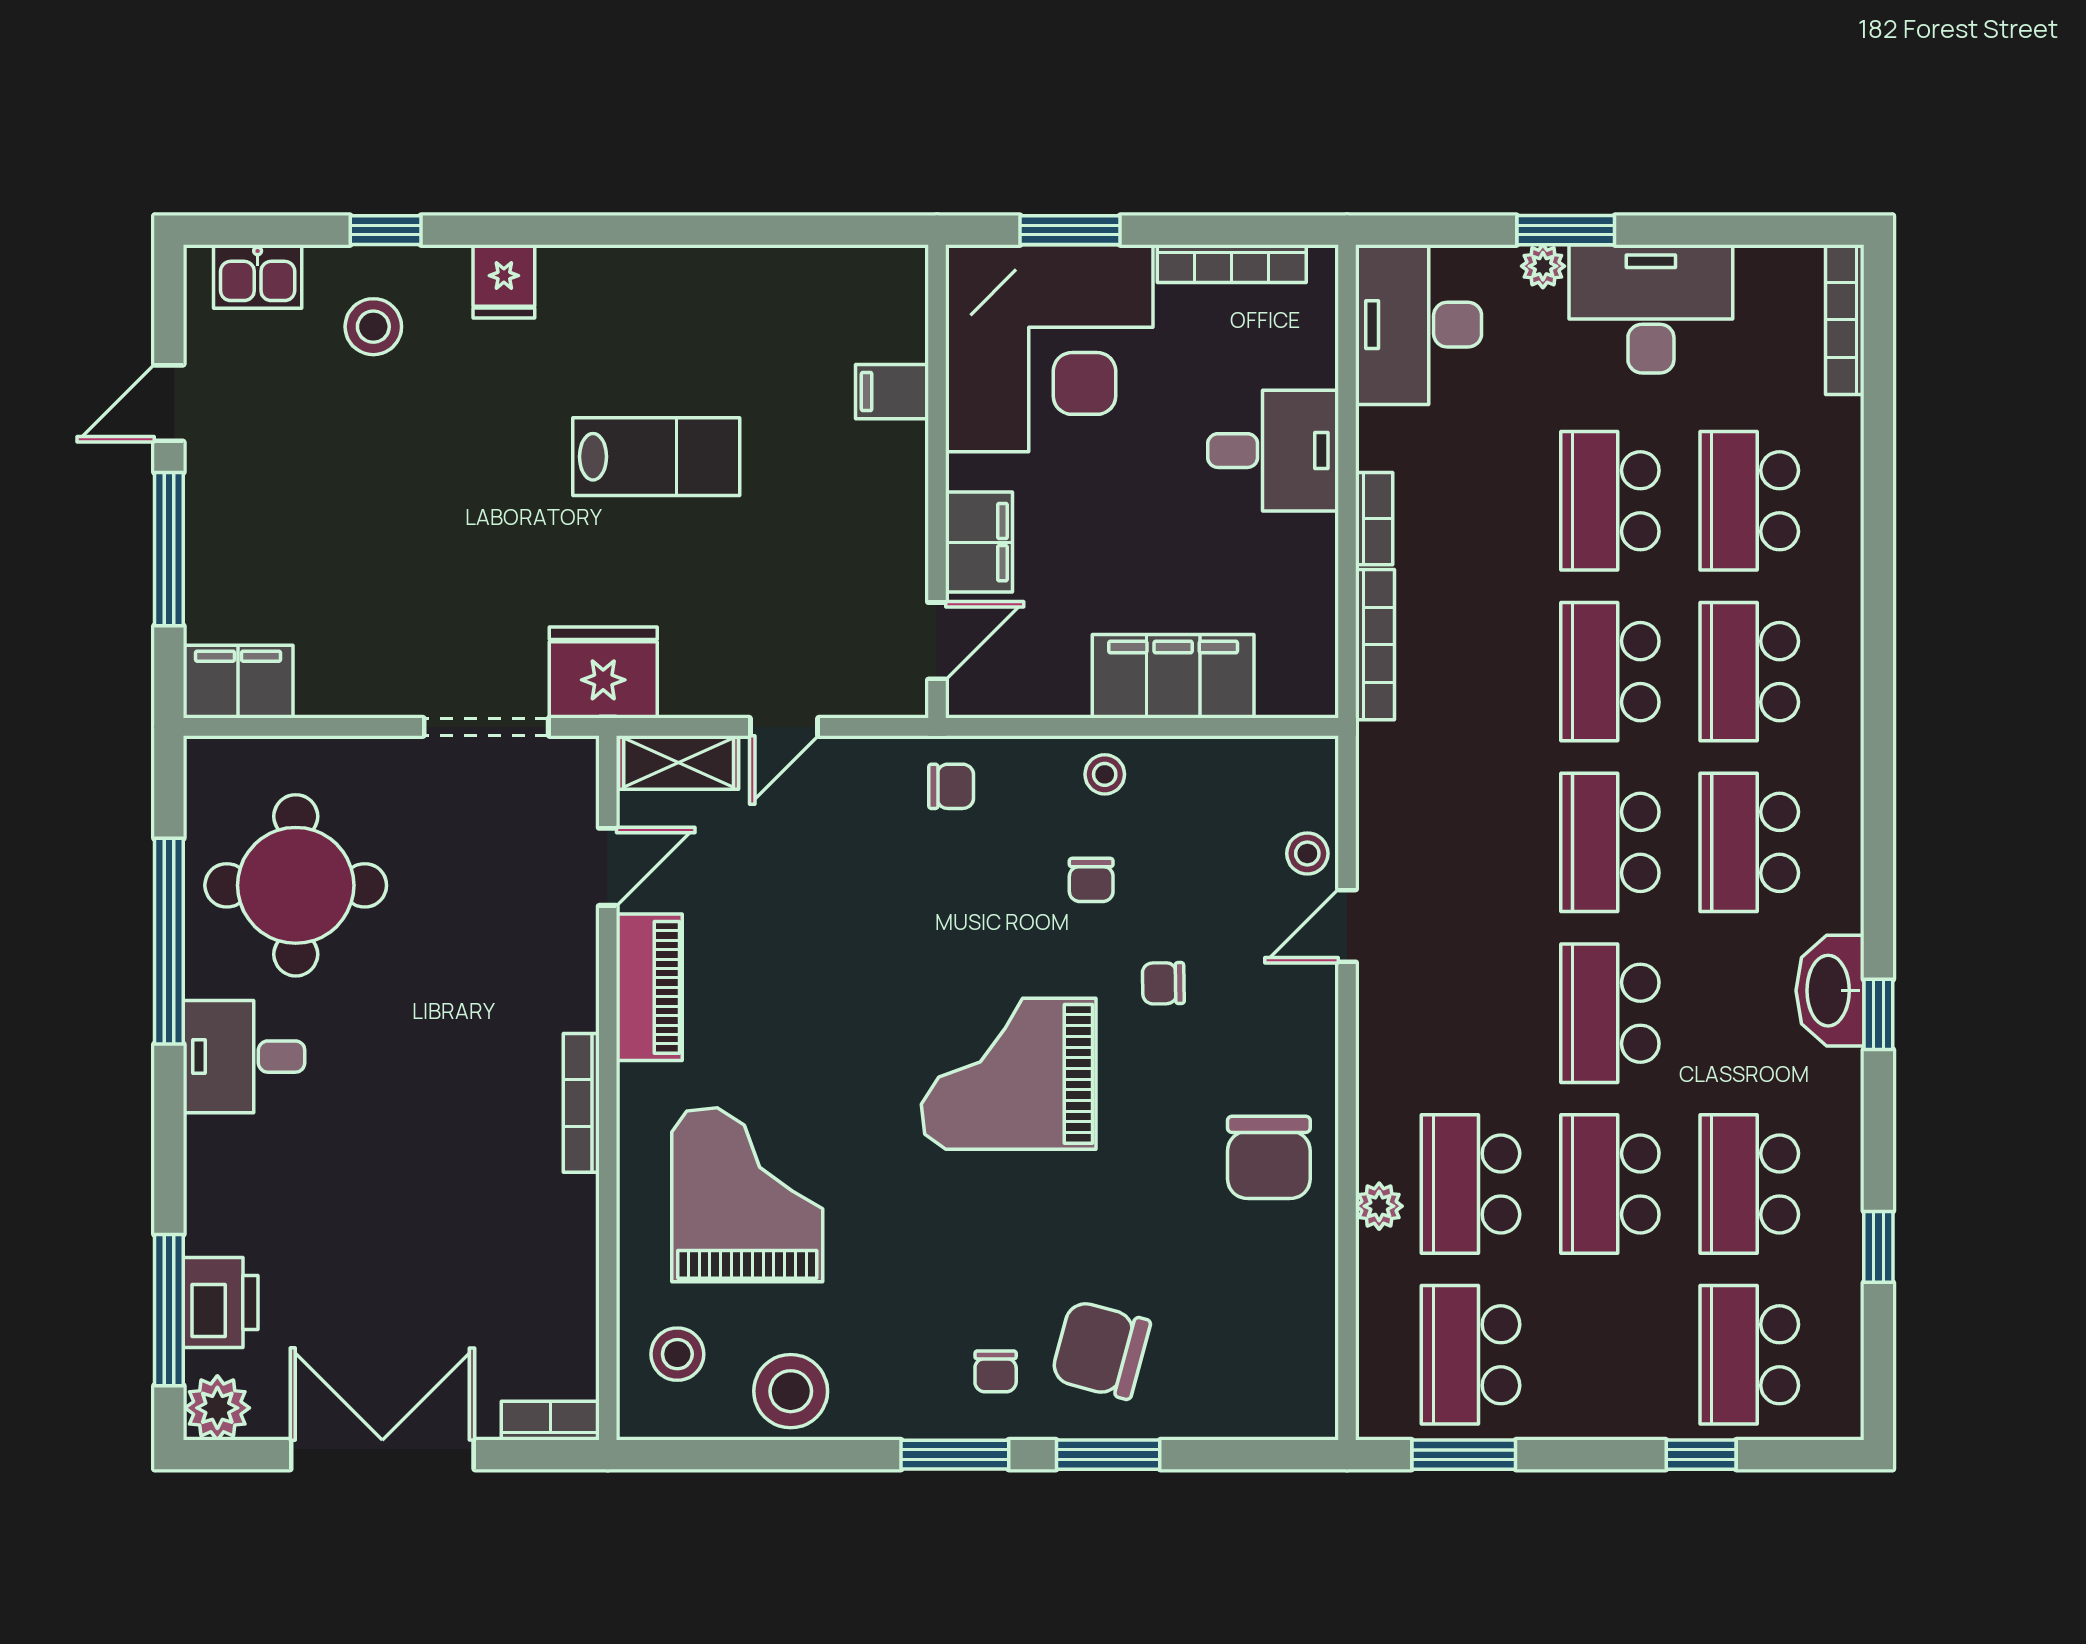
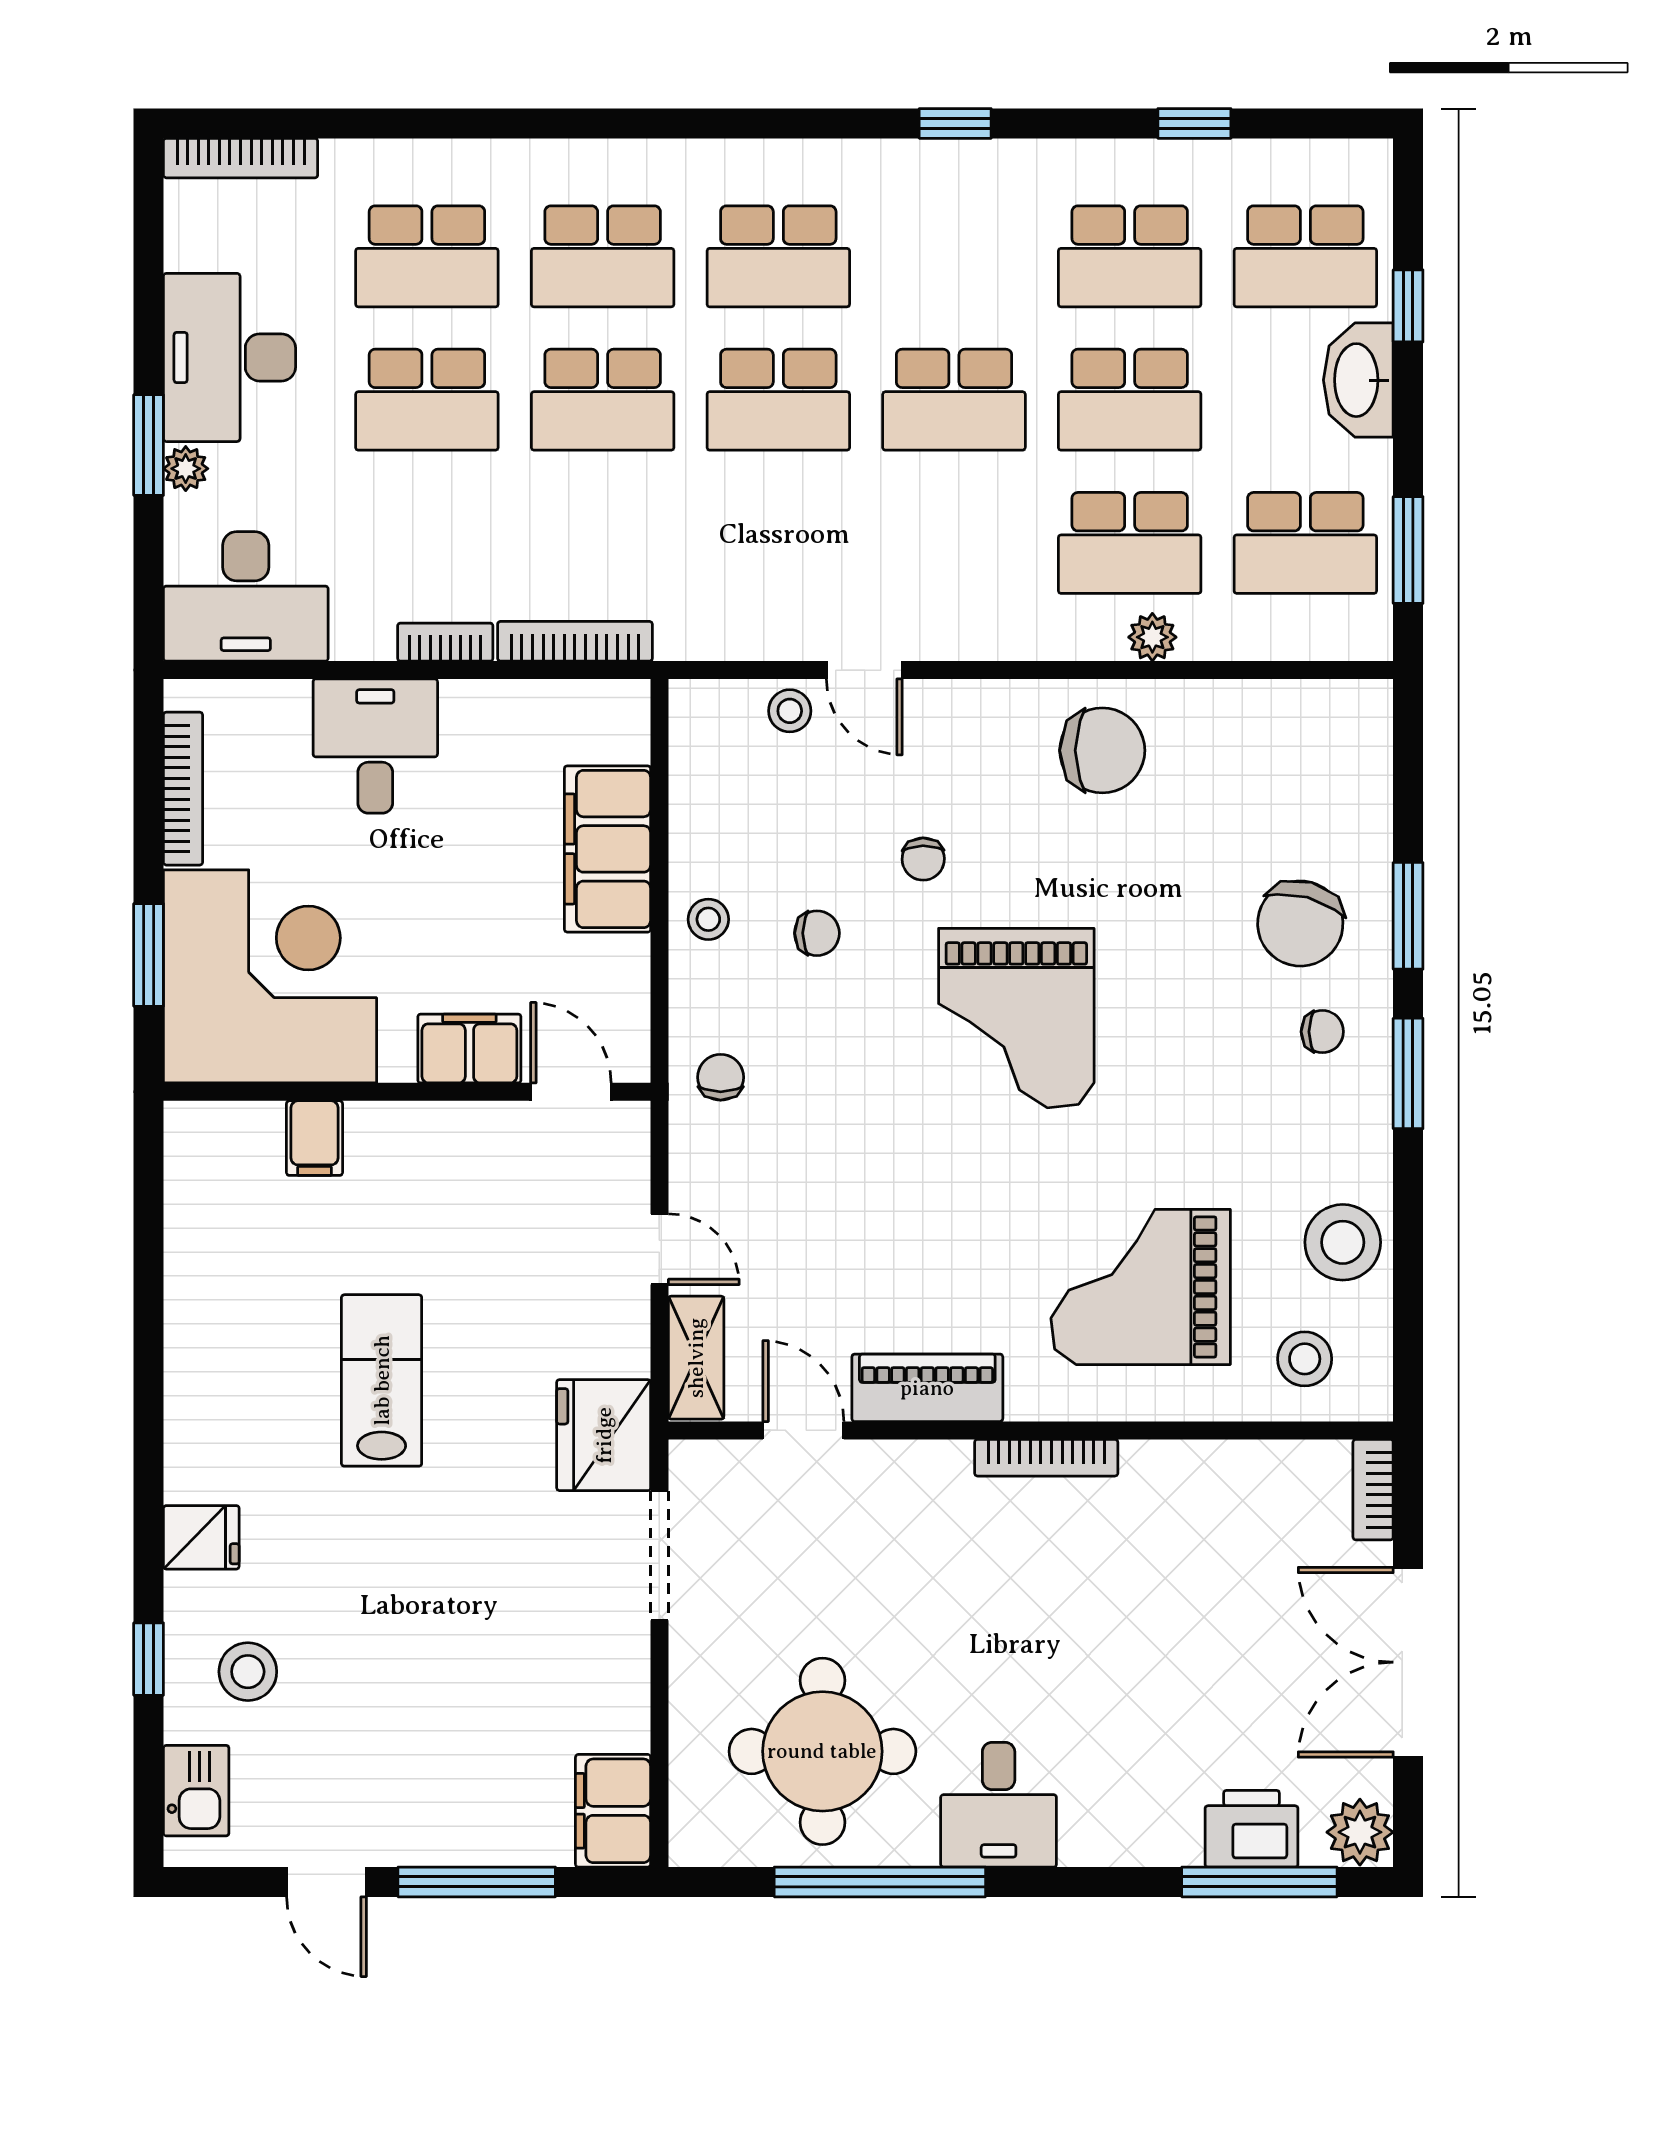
washbasin: (1830, 991) -> (1358, 380), moved, turned 90

